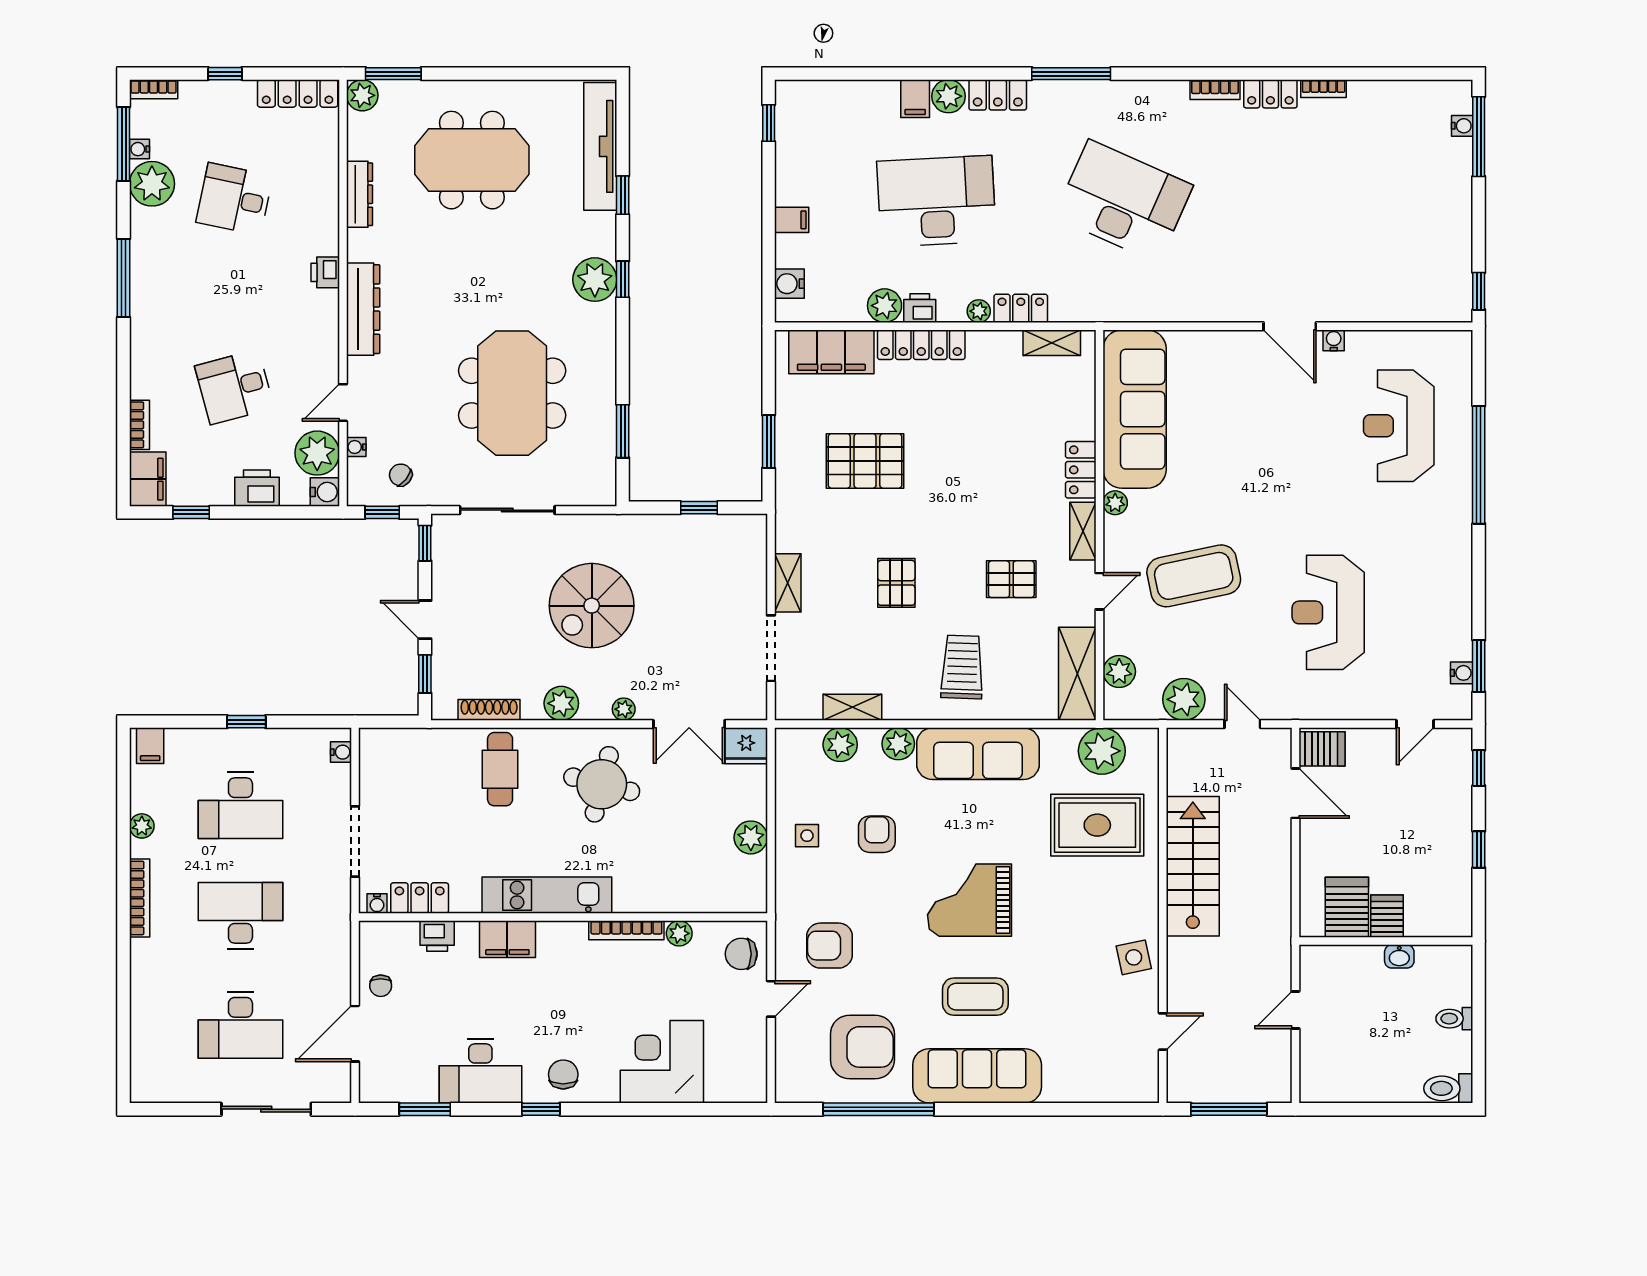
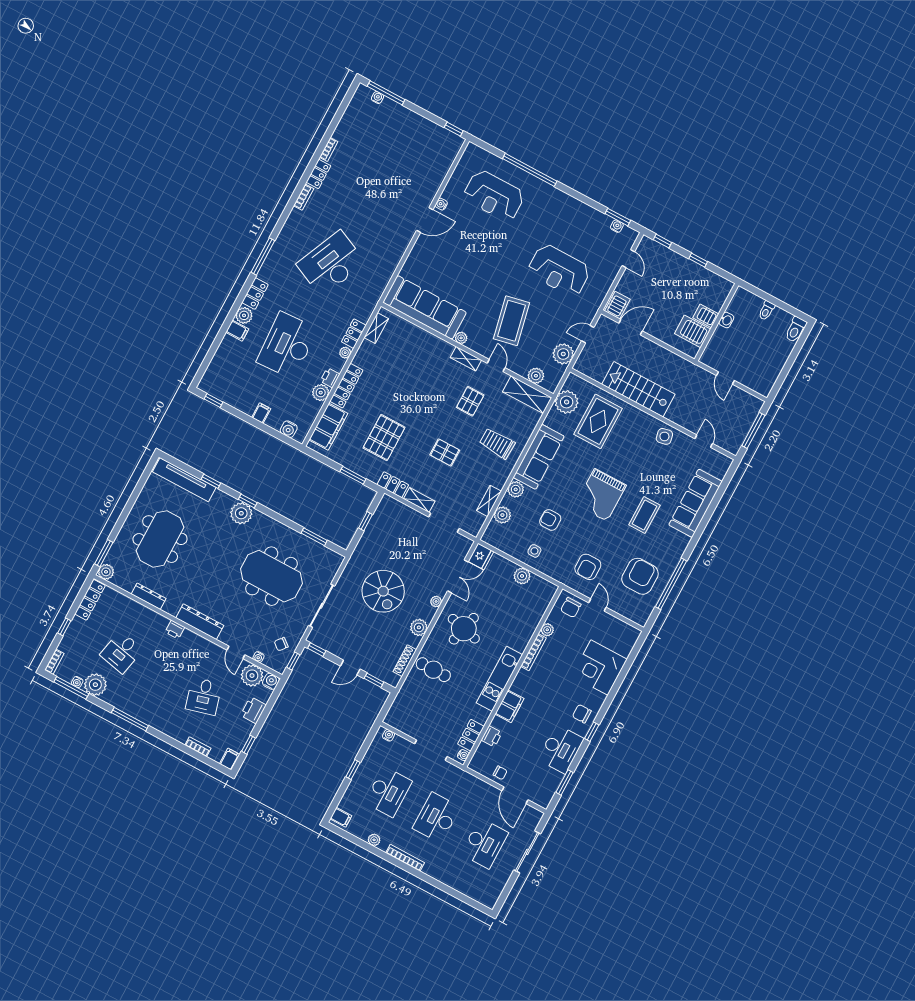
locker: (1081, 470) -> (393, 485), moved, turned 180
filing cabinet: (148, 479) -> (230, 759), width x0.50
sofa: (977, 1076) -> (695, 503), moved

